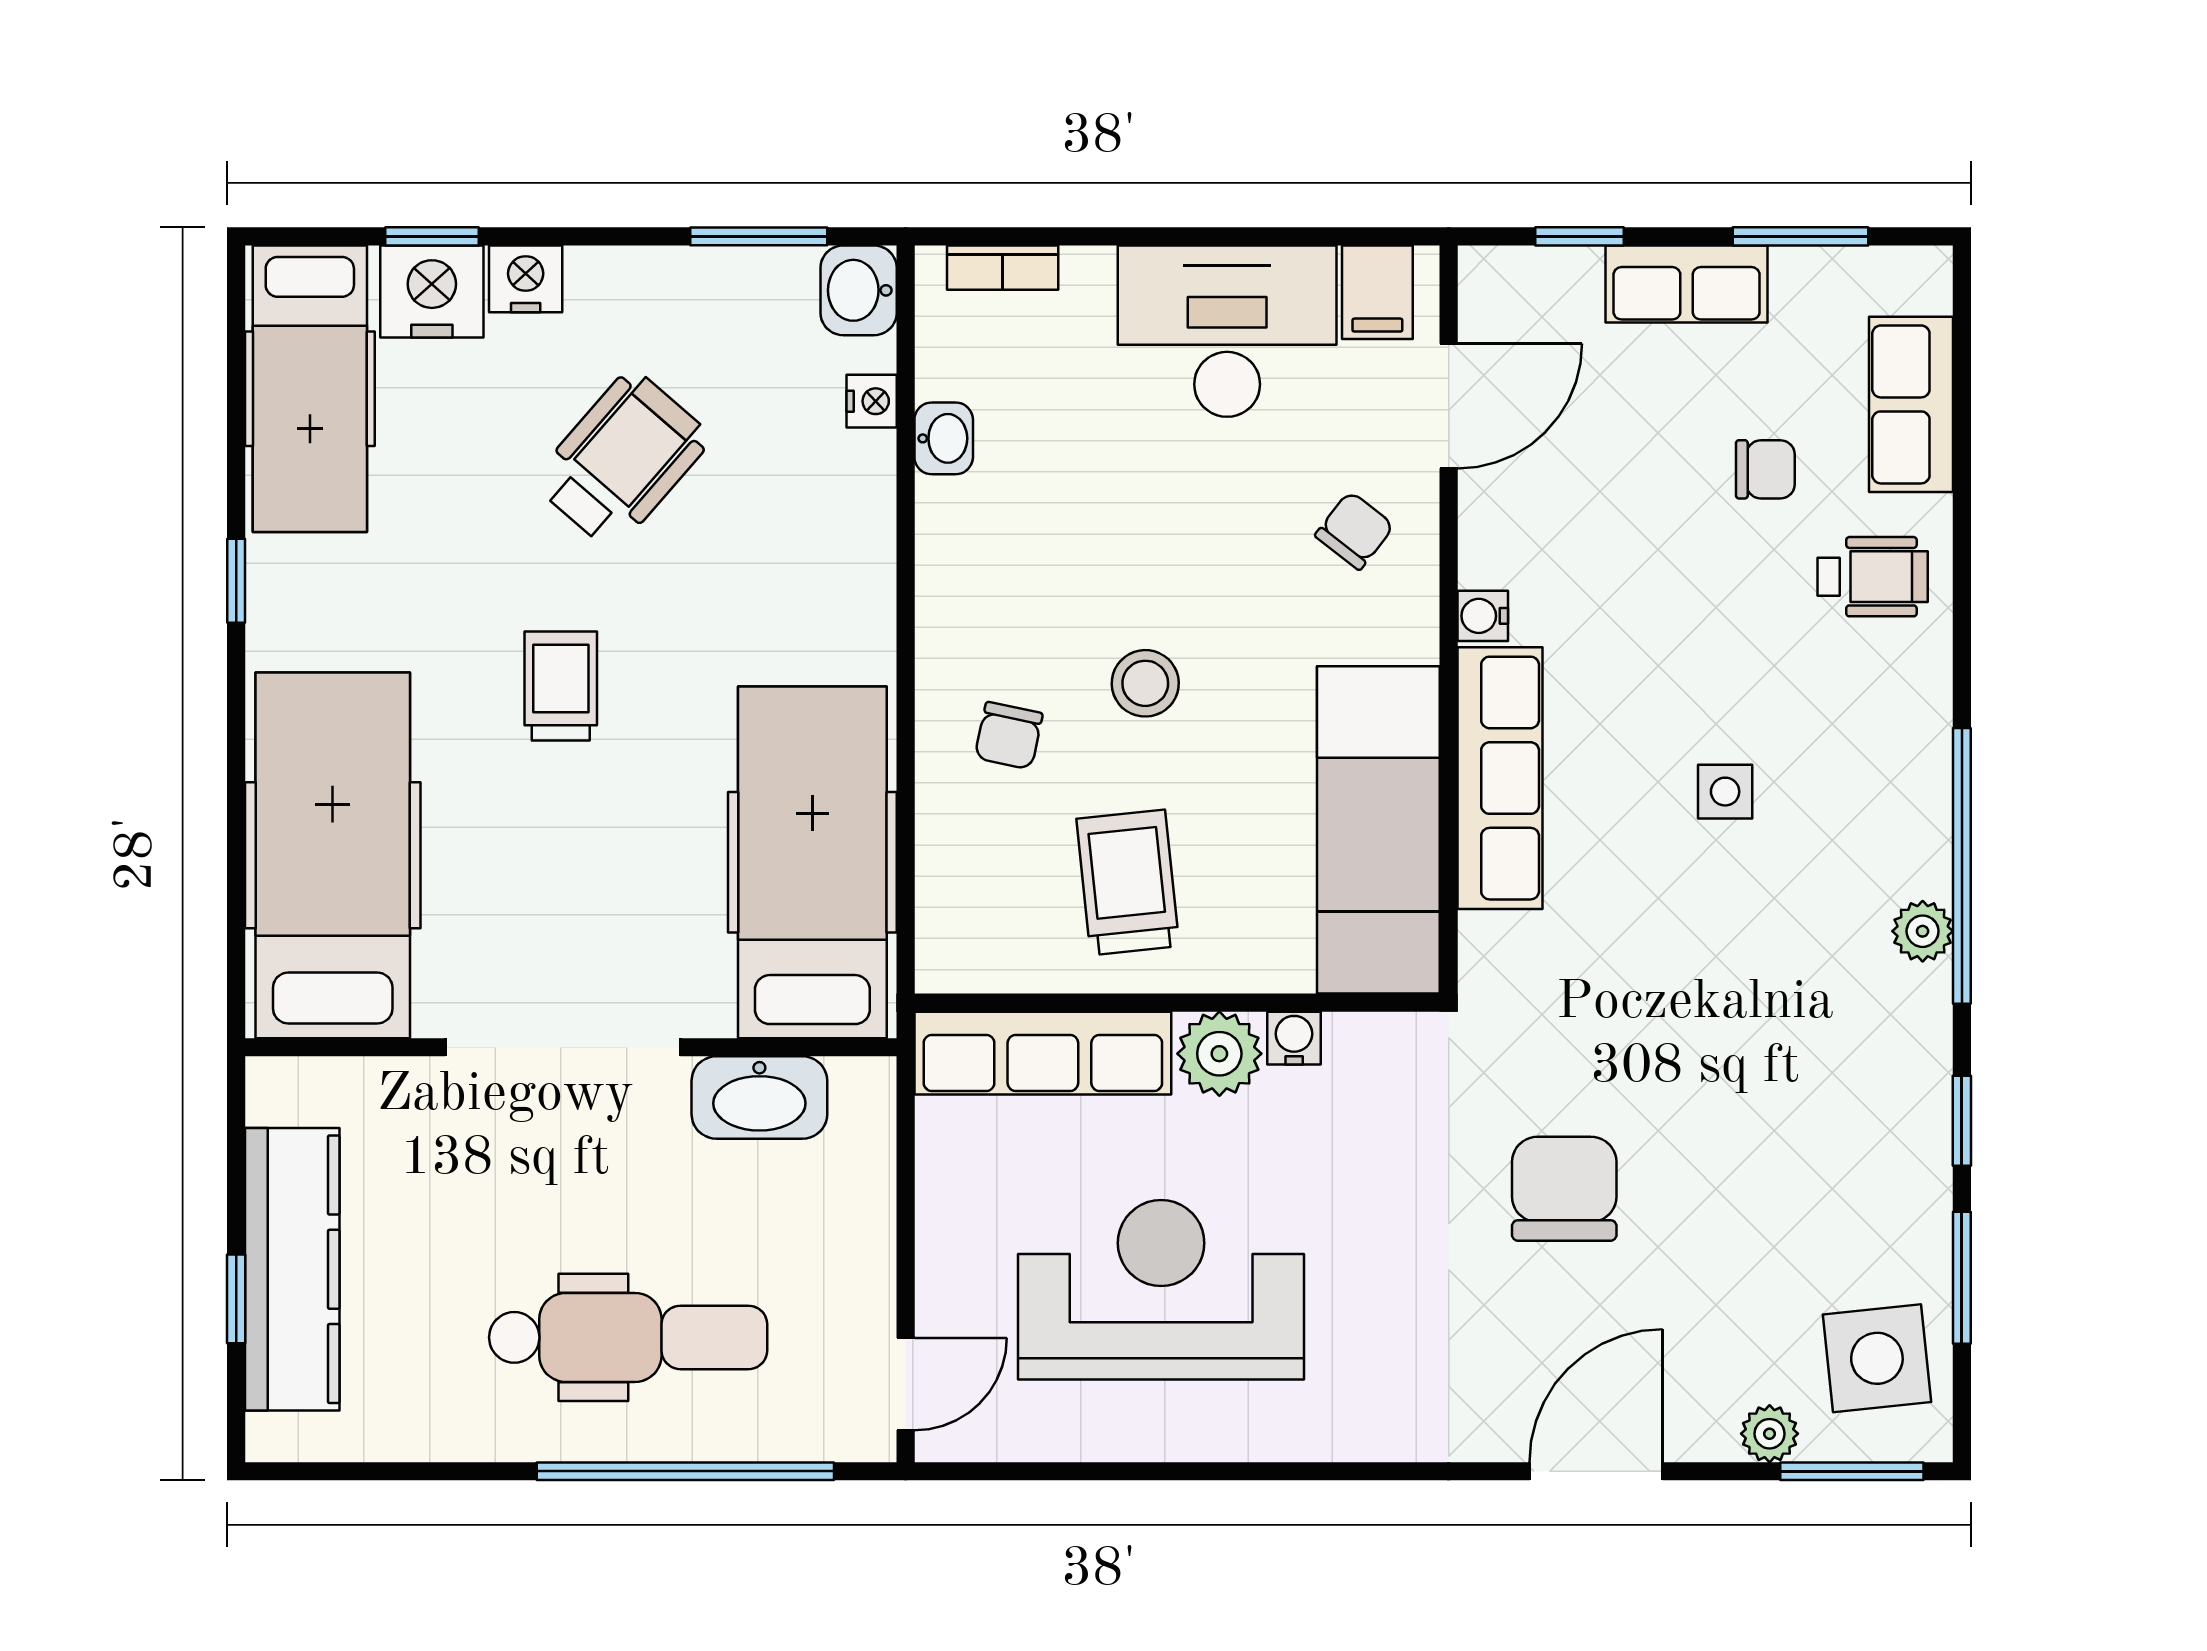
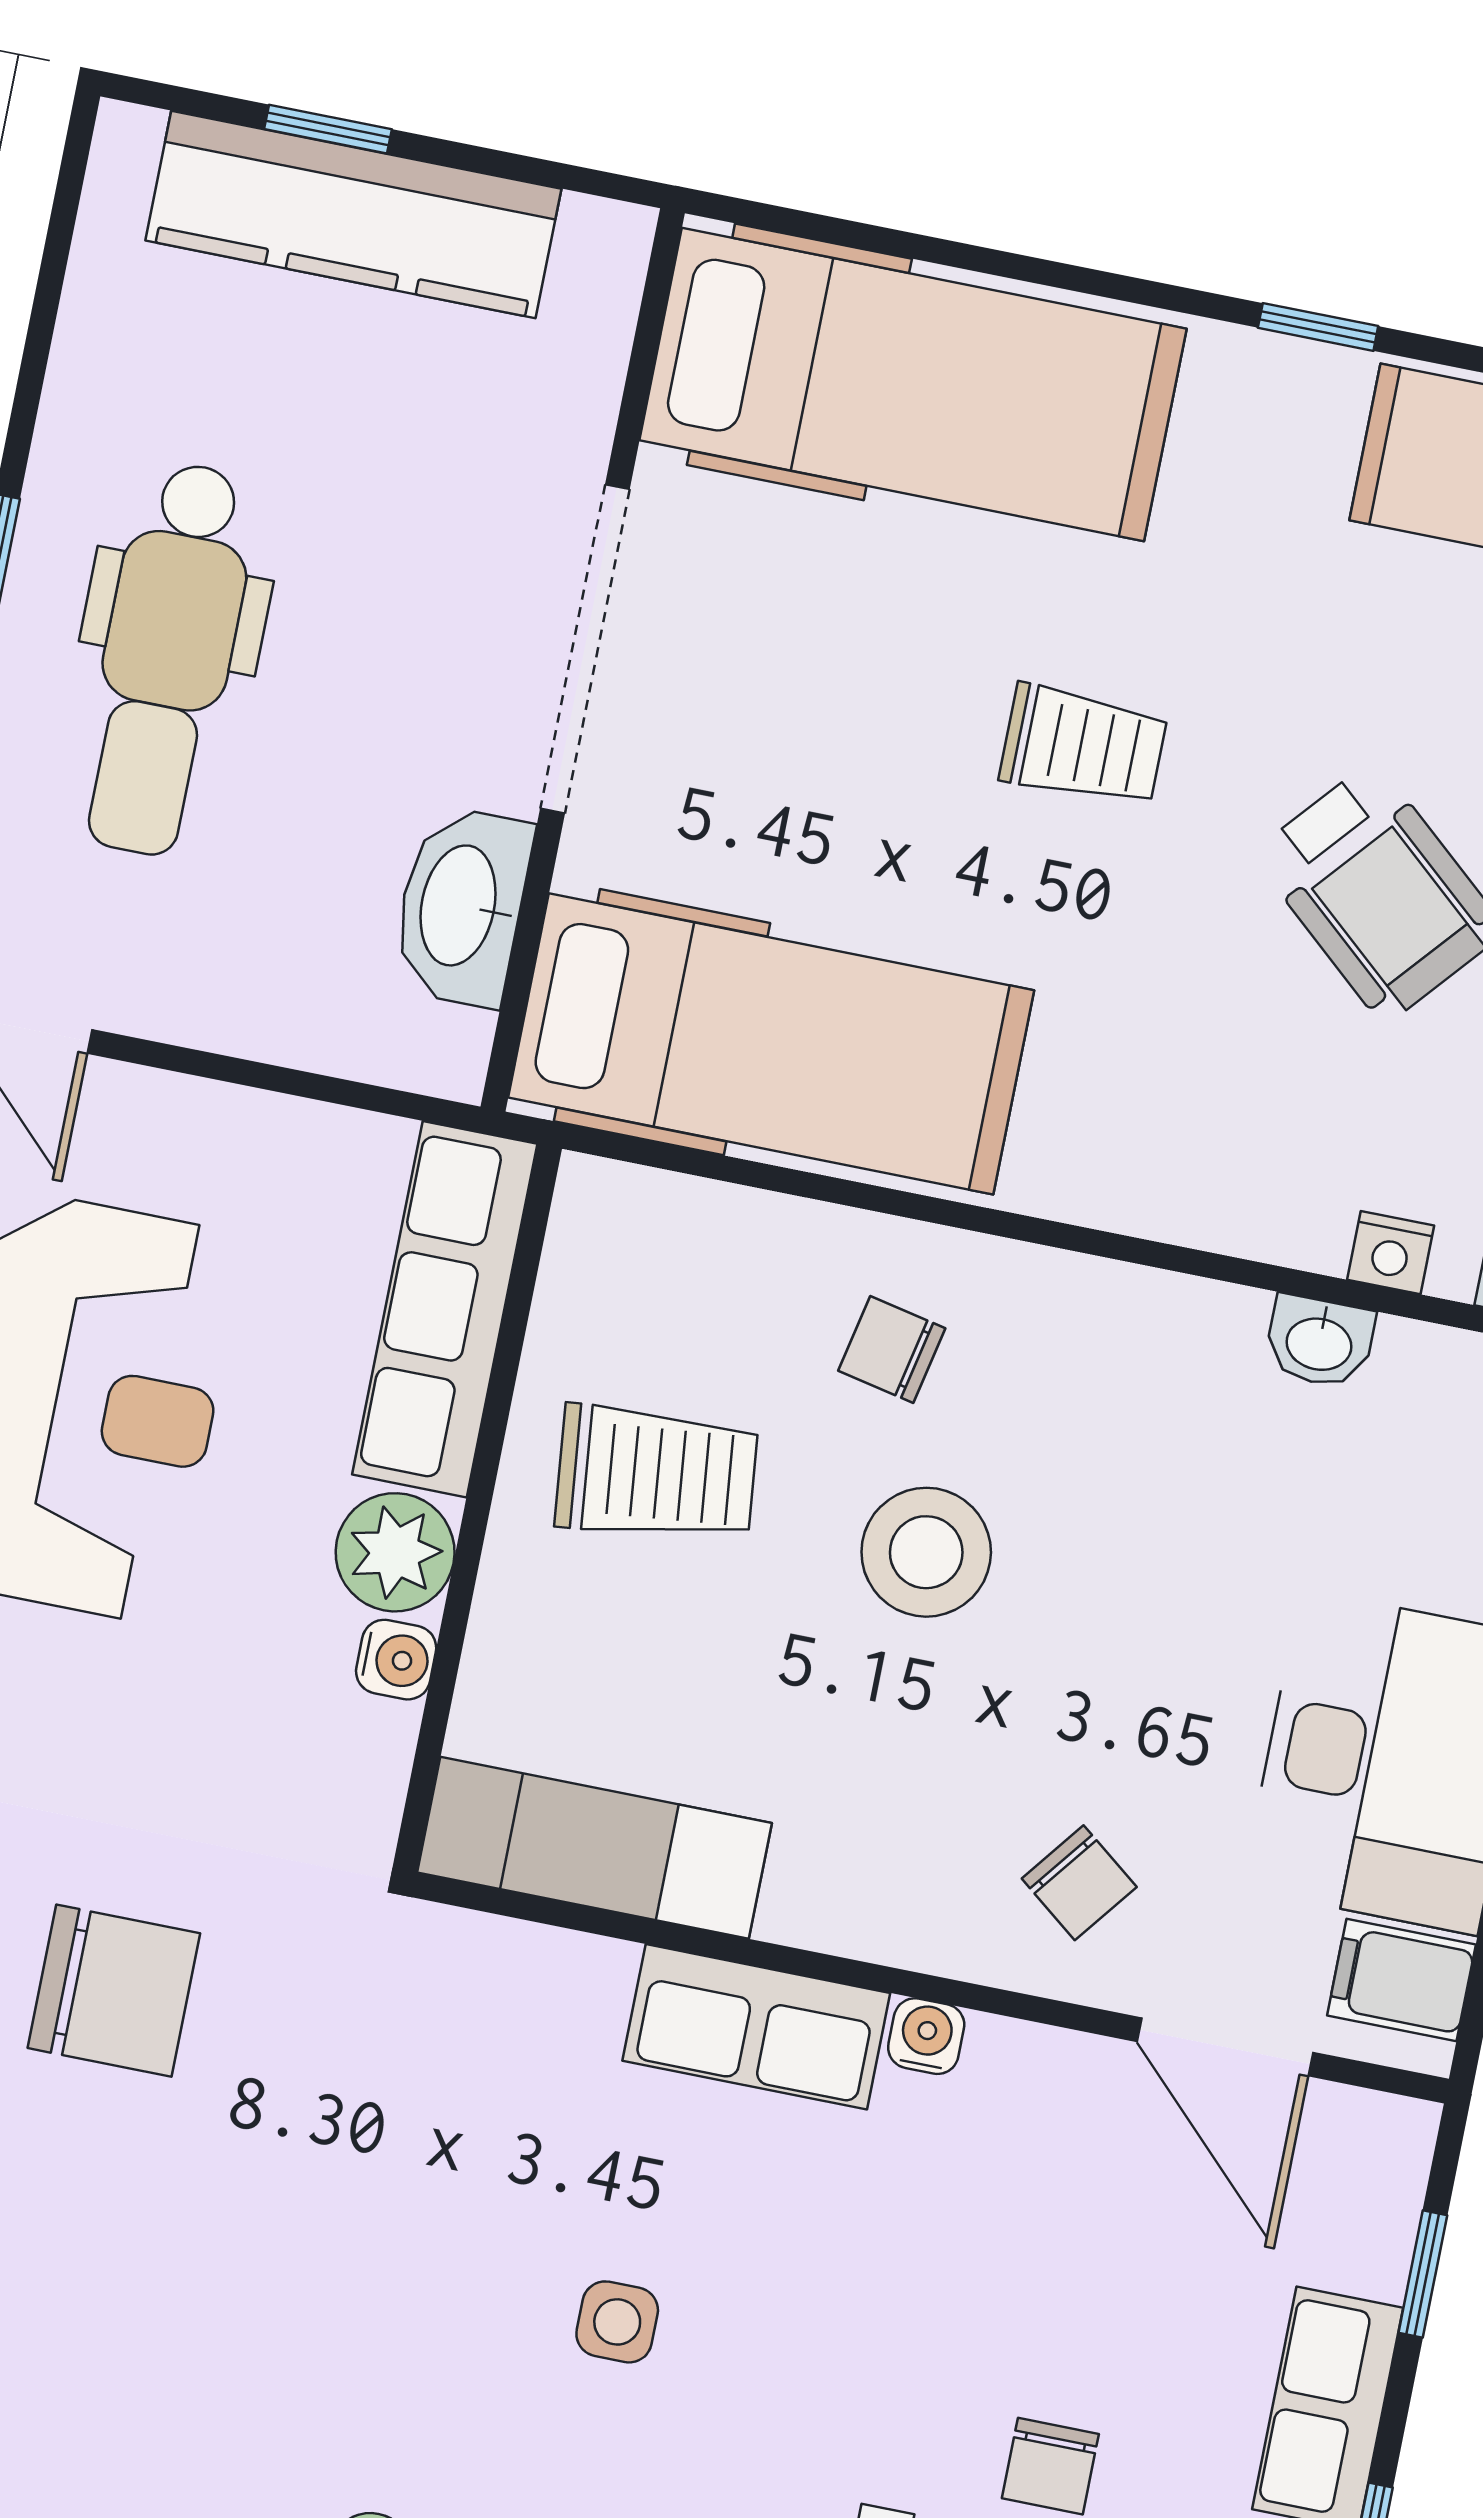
stool: (1145, 683) -> (926, 1552), width x1.38, depth x1.38
row of seats: (1500, 778) -> (756, 2027), width x0.68
exam couch: (1378, 830) -> (594, 1848), width x0.73, depth x0.69

